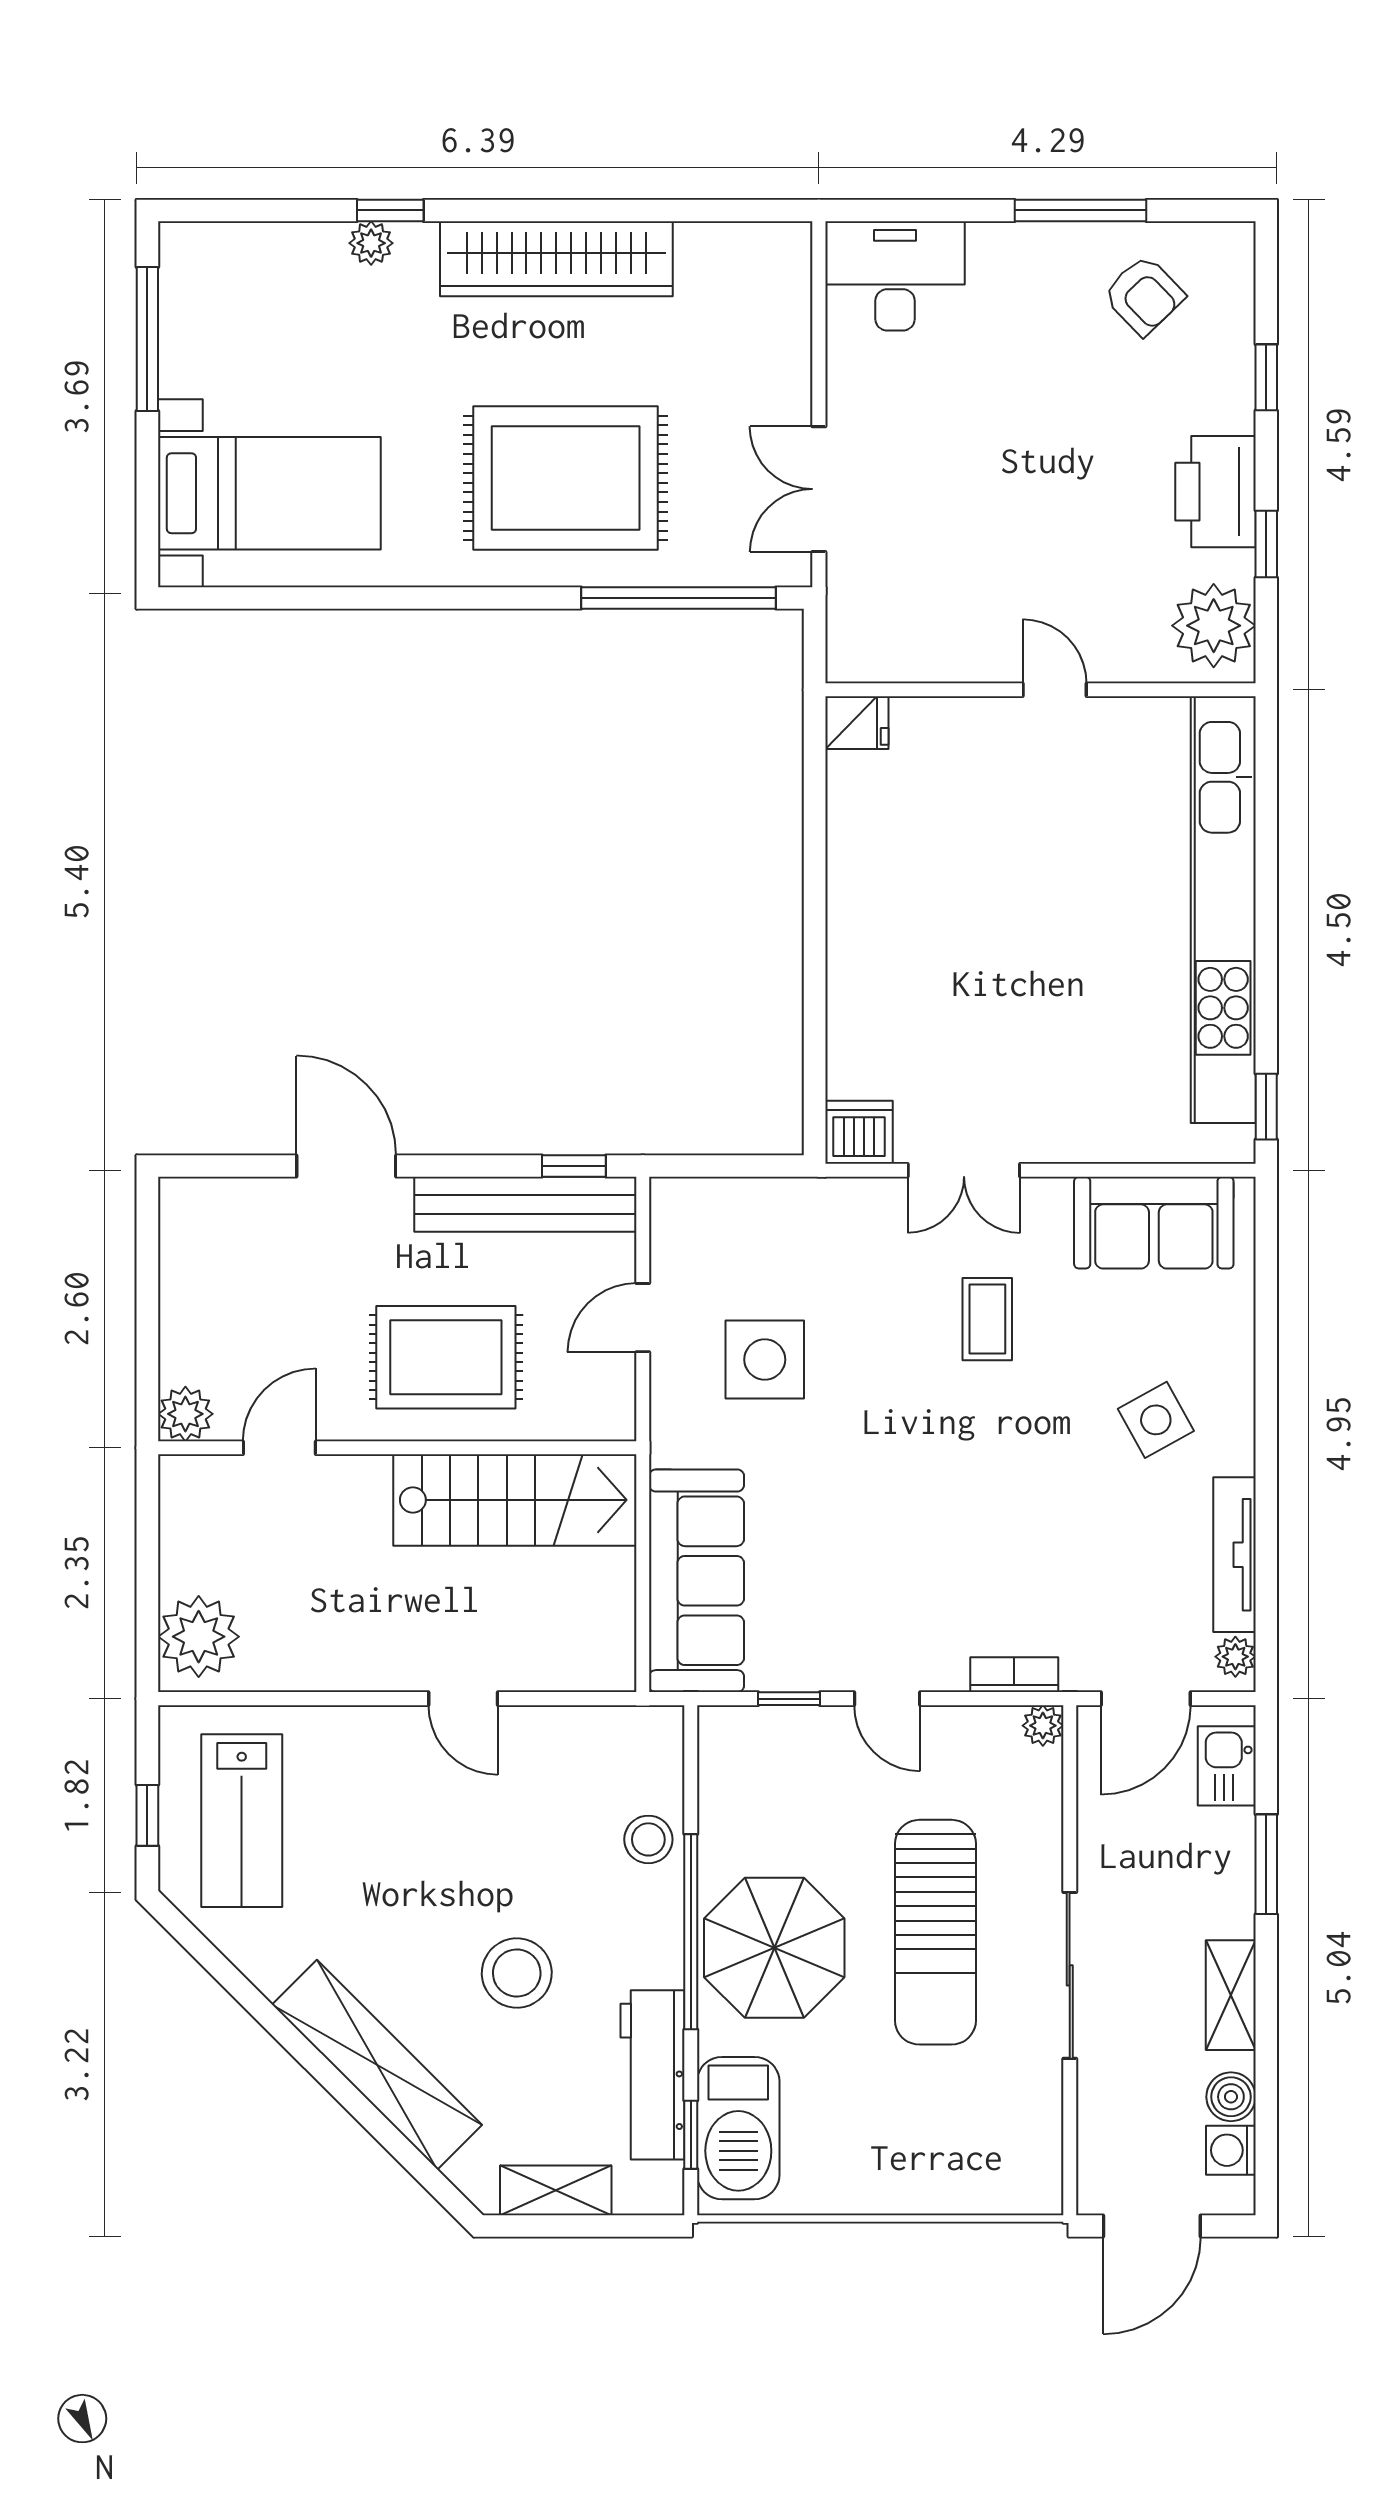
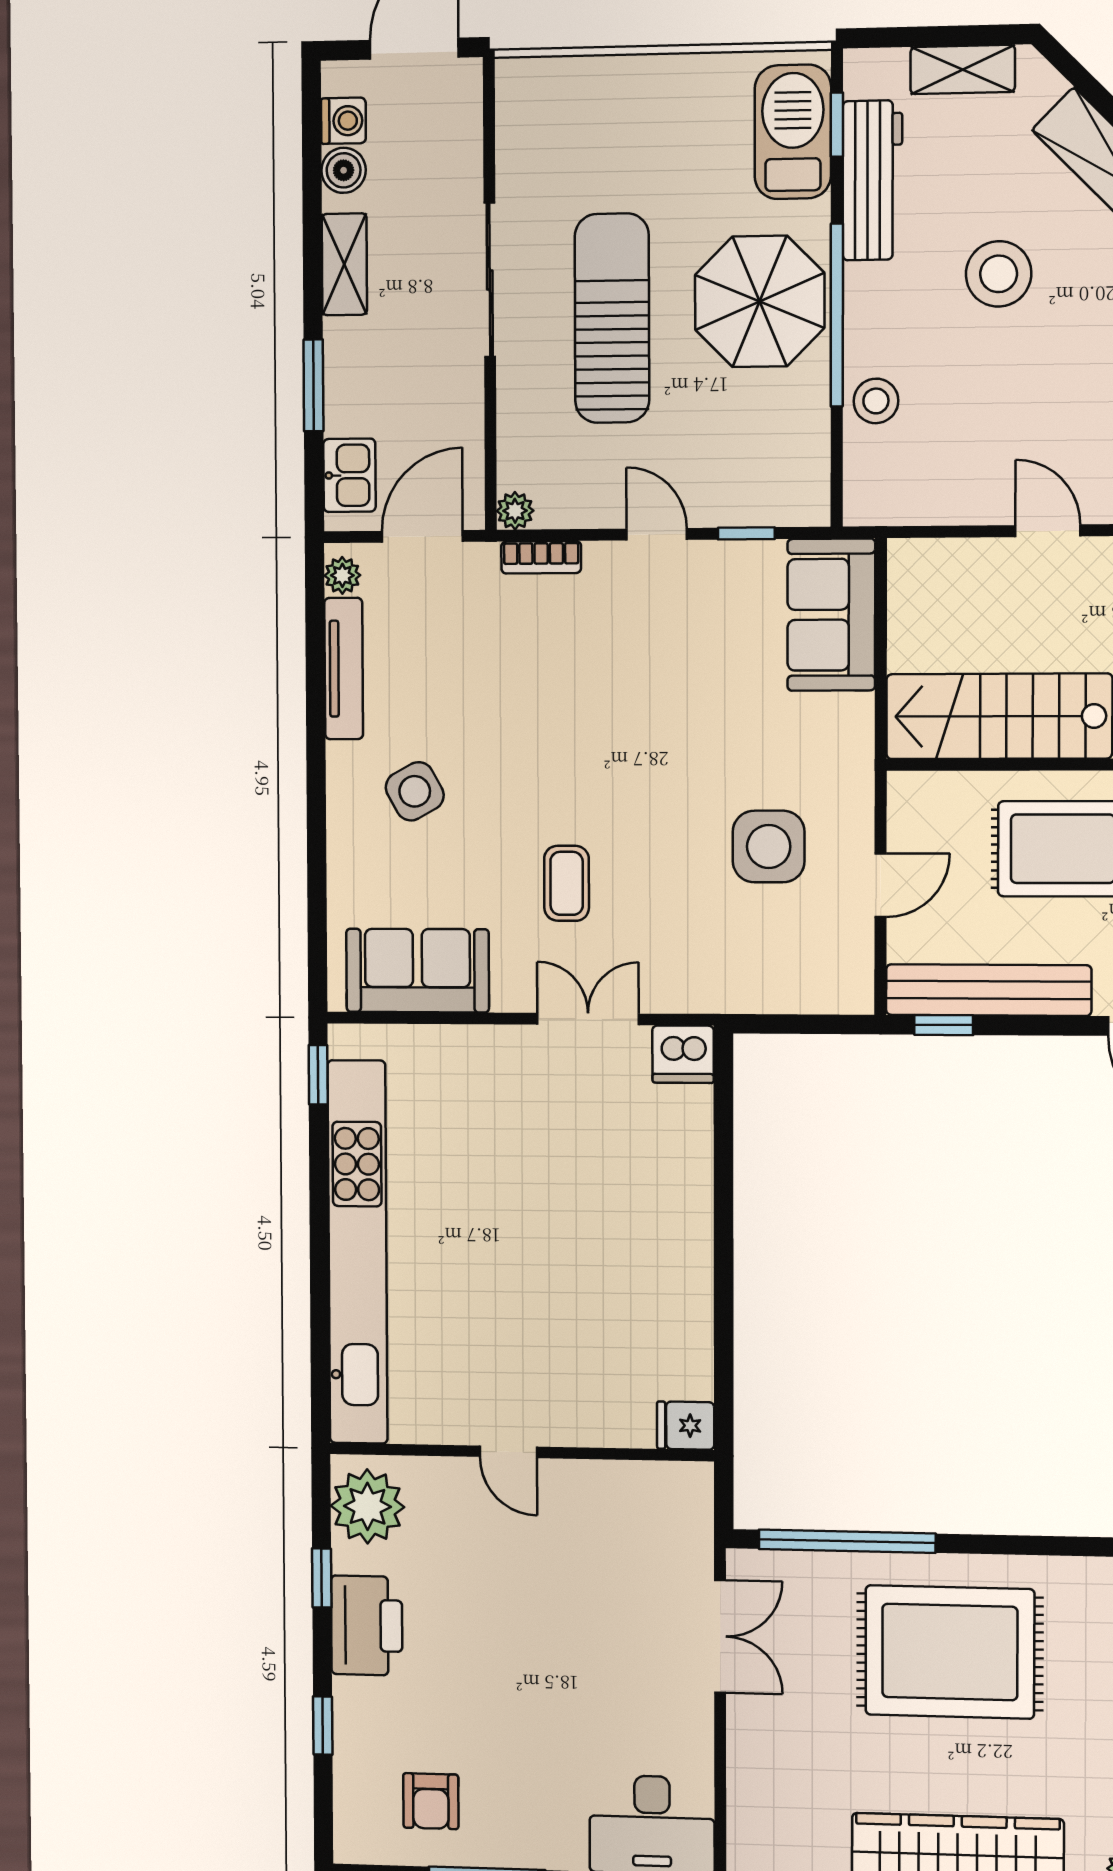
armchair: (1144, 295) -> (431, 1801), turned -136
sofa: (697, 1581) -> (831, 615), width x0.73

